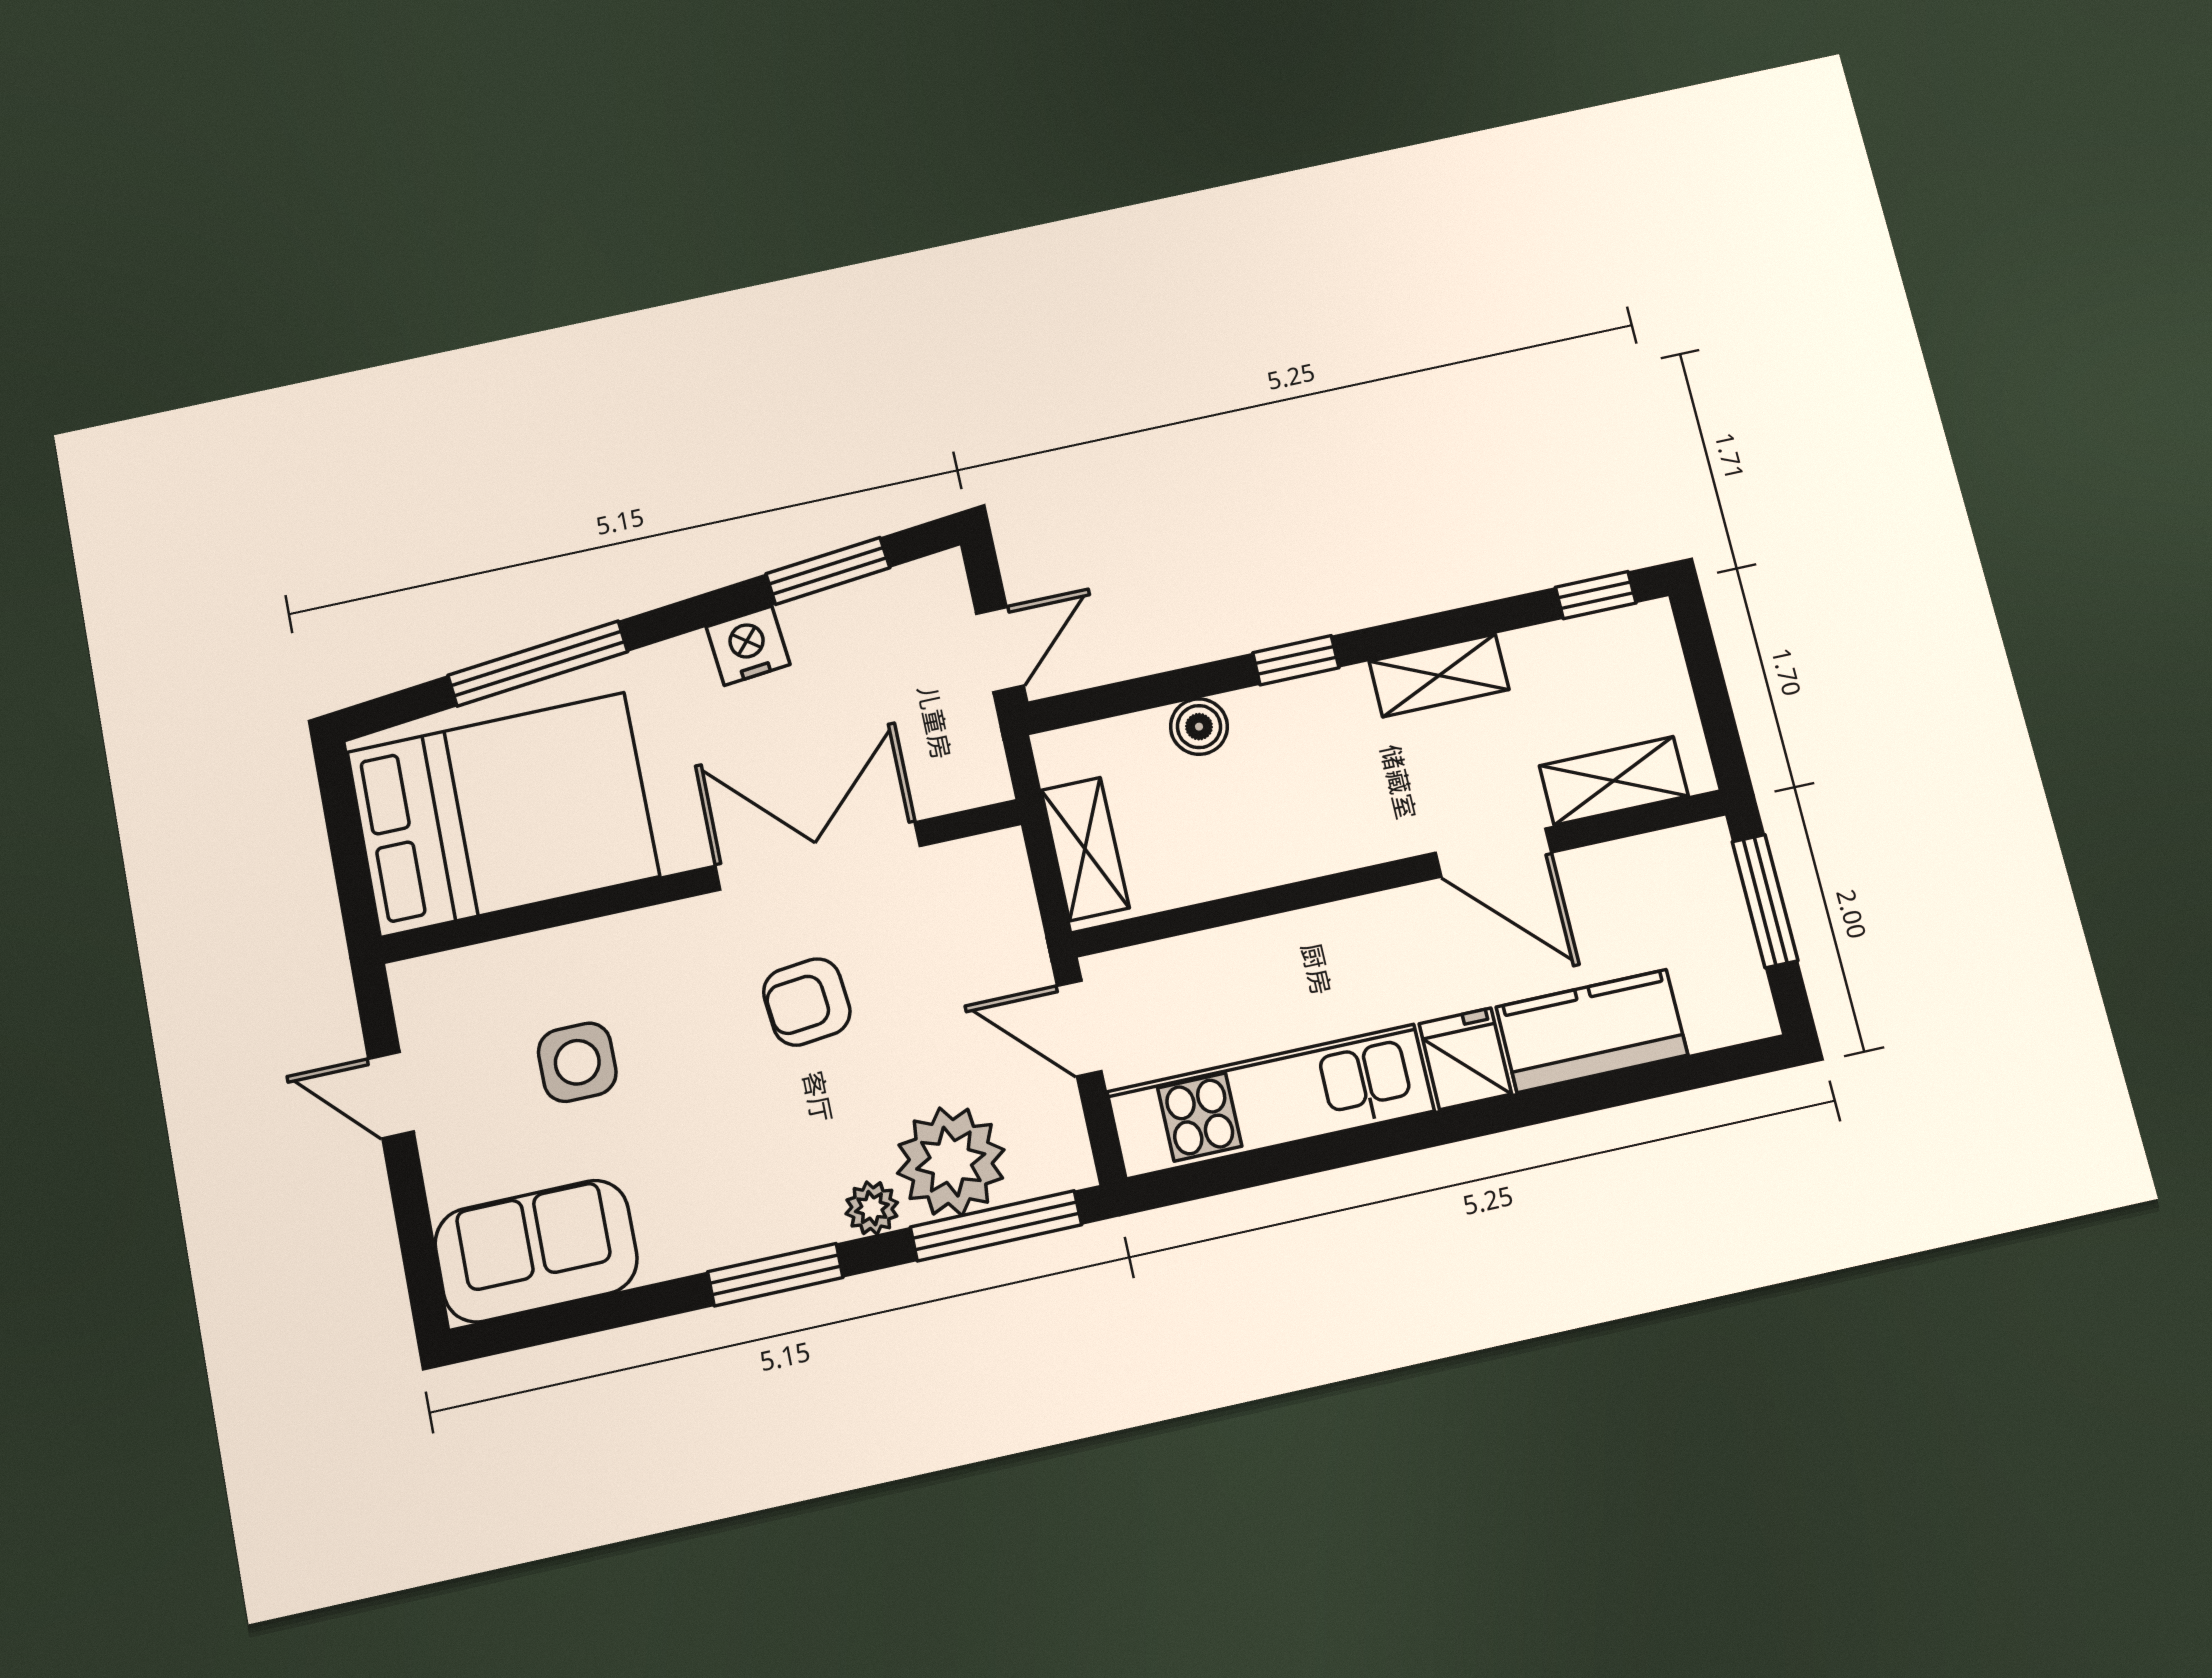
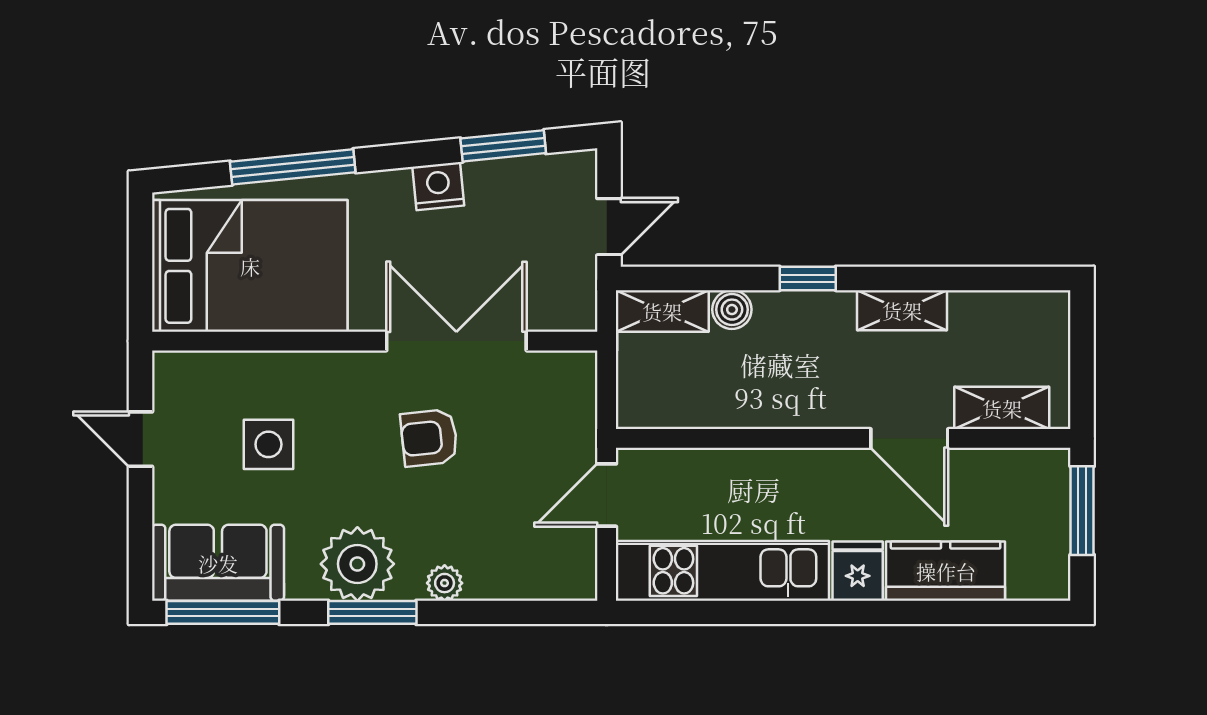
window: (1596, 595) -> (1021, 278), removed
shelving: (1085, 849) -> (662, 311), moved, turned 90
door: (1079, 1028) -> (607, 495), hinge flipped
plant: (951, 1161) -> (357, 564), moved
window: (996, 1226) -> (223, 612), moved

